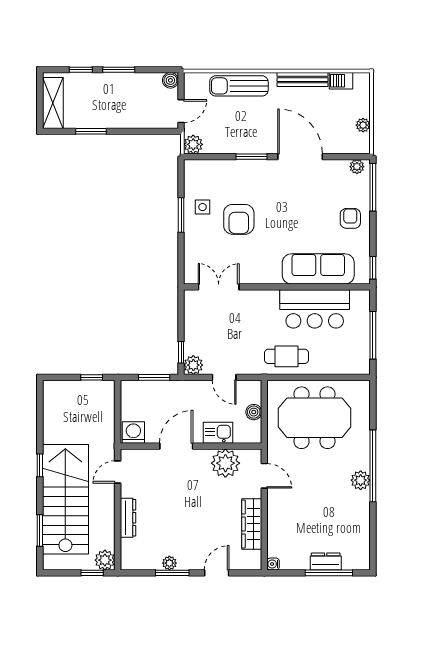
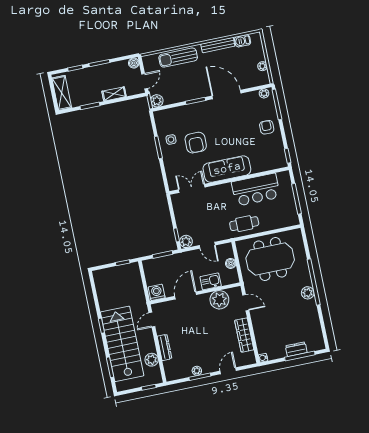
shelving: (131, 121) -> (114, 94), added
sofa: (318, 269) -> (227, 169), moved
plant: (105, 560) -> (152, 360), moved

